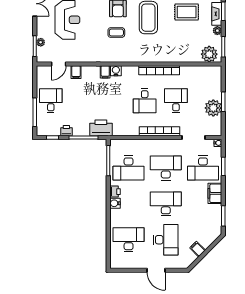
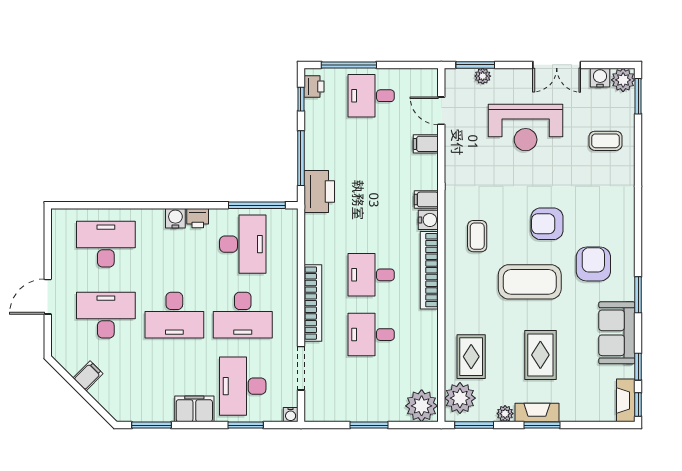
coffee table: (116, 33) -> (477, 236), moved
rug: (187, 48) -> (471, 357), added
bookcase: (159, 70) -> (429, 270), moved
desk: (51, 101) -> (371, 96), turned 180
desk: (176, 101) -> (371, 335), turned 180
plant: (213, 108) -> (422, 406), moved
printer: (66, 131) -> (314, 87), moved
desk: (129, 168) -> (243, 244), turned 180
desk: (166, 168) -> (243, 315), turned 90
desk: (166, 204) -> (174, 315), turned 90
desk: (129, 240) -> (106, 244), turned -90
desk: (166, 240) -> (106, 315), turned 180

